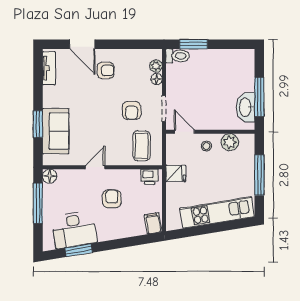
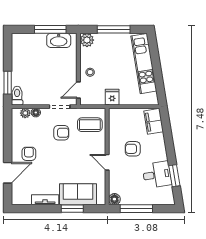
tv unit: (49, 68) -> (45, 200), moved
plant: (230, 142) -> (87, 40), moved
printer: (149, 177) -> (115, 118), removed
filing cabinet: (153, 223) -> (154, 121), width x2.00
desk: (74, 230) -> (157, 175), width x0.73

